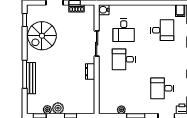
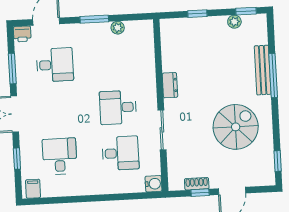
desk: (124, 30) -> (120, 153), turned 90
desk: (162, 30) -> (60, 156), turned 90
spiral stairs: (42, 36) -> (236, 127), moved
desk: (124, 59) -> (118, 107), turned 180
plant: (58, 108) -> (218, 25), removed

